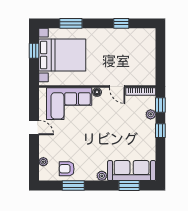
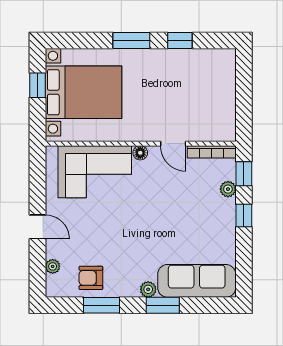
window: (71, 23) -> (131, 41), moved
door: (34, 127) -> (37, 227), moved
window: (129, 186) -> (163, 305), moved

